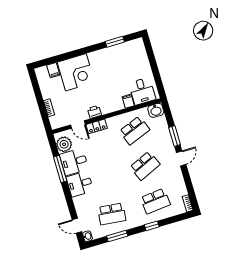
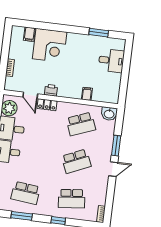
desk: (142, 91) -> (111, 61), moved, turned -90

